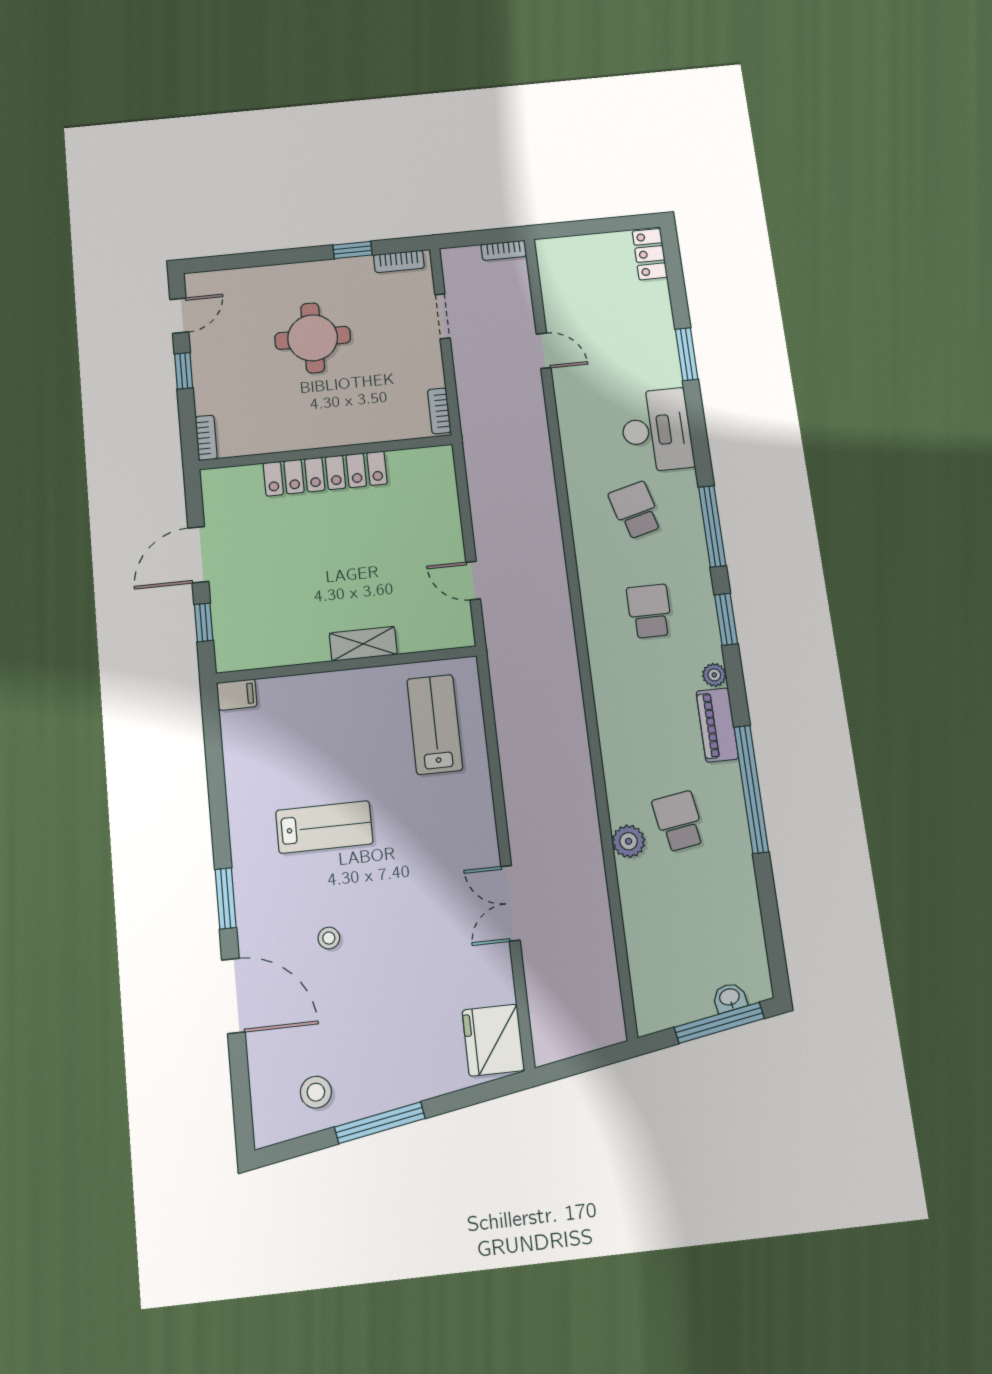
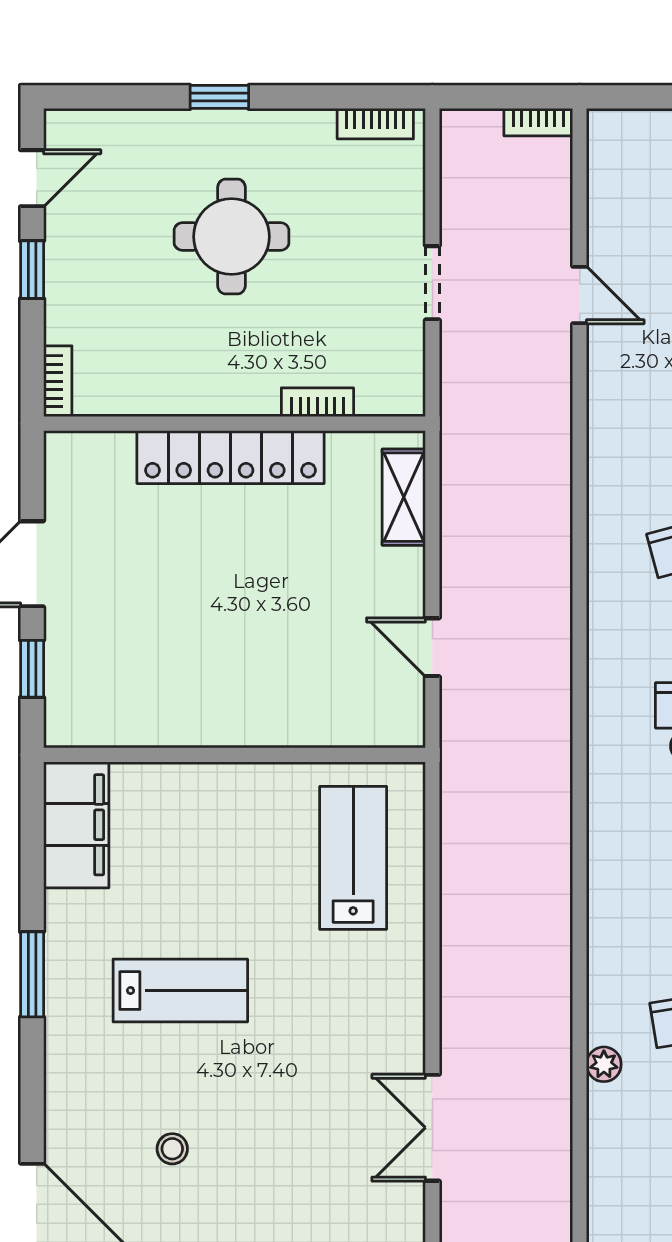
window: (352, 250) -> (219, 97), moved
doorway: (442, 316) -> (432, 283), moved
bookcase: (439, 411) -> (317, 402), moved, turned 90
shelving: (363, 644) -> (404, 497), moved, turned 90
filing cabinet: (237, 695) -> (76, 825), width x3.00, depth x1.17
plant: (629, 841) -> (604, 1064), width x0.73, depth x0.73
window: (226, 898) -> (32, 974), moved

